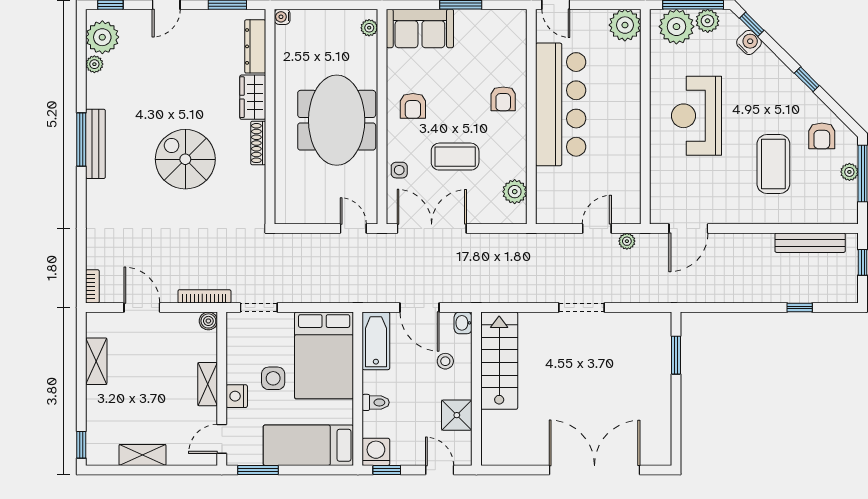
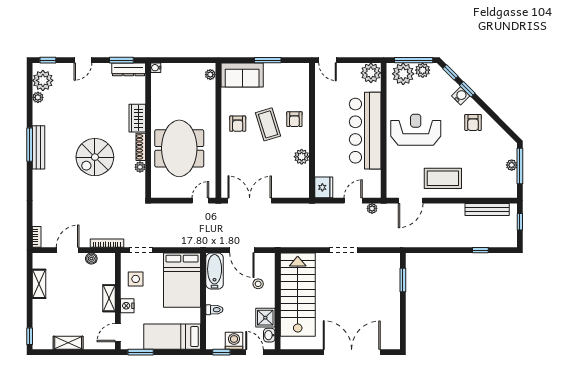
water cooler: (749, 42) -> (461, 96), moved
dresser: (255, 46) -> (129, 69), moved, turned -90
window: (807, 79) -> (467, 89), moved
bar counter: (561, 104) -> (365, 131), moved, turned 180
reception desk: (696, 116) -> (416, 130), turned 90
meeting table: (337, 120) -> (179, 148), moved
armchair: (822, 136) -> (473, 122), moved
coffee table: (455, 157) -> (268, 124), moved, turned 73
spiral stairs: (185, 159) -> (95, 157), turned -90
coffee table: (773, 164) -> (443, 178), moved, turned 90
side table: (399, 170) -> (229, 164), removed
plant: (257, 175) -> (140, 167), added
plant: (515, 192) -> (302, 157), moved
fridge: (550, 207) -> (324, 187), added
door: (353, 229) -> (200, 201), hinge flipped
door: (142, 308) -> (68, 250), hinge flipped
boiler: (208, 321) -> (91, 259), moved
washbasin: (463, 323) -> (269, 335), moved
stairs: (499, 361) -> (298, 295), width x1.36, depth x1.51
side table: (273, 378) -> (136, 279), moved
washing machine: (376, 452) -> (234, 341), moved

